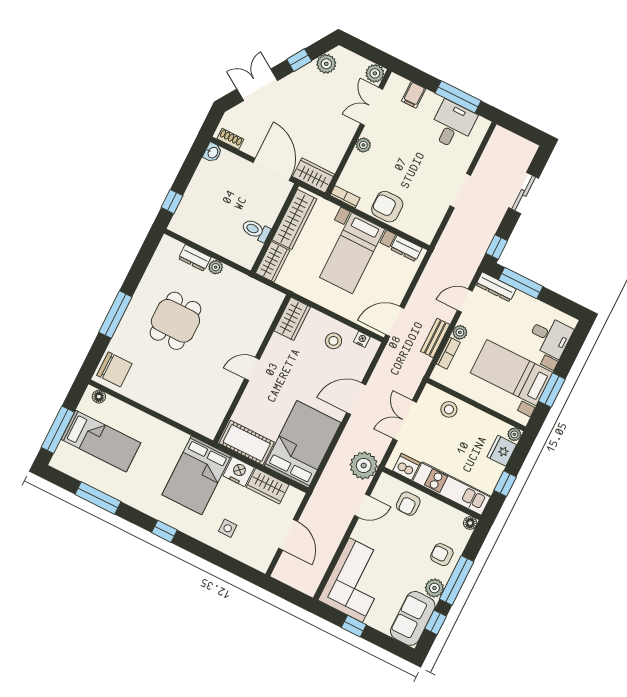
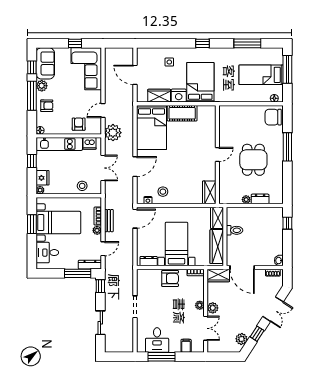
plant: (375, 73) -> (213, 308), moved
wardrobe: (292, 319) -> (209, 192), moved
door: (252, 369) -> (217, 154), moved
wall: (252, 369) -> (217, 155), moved

